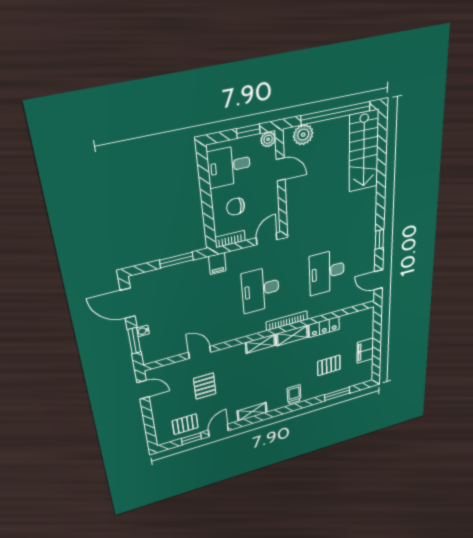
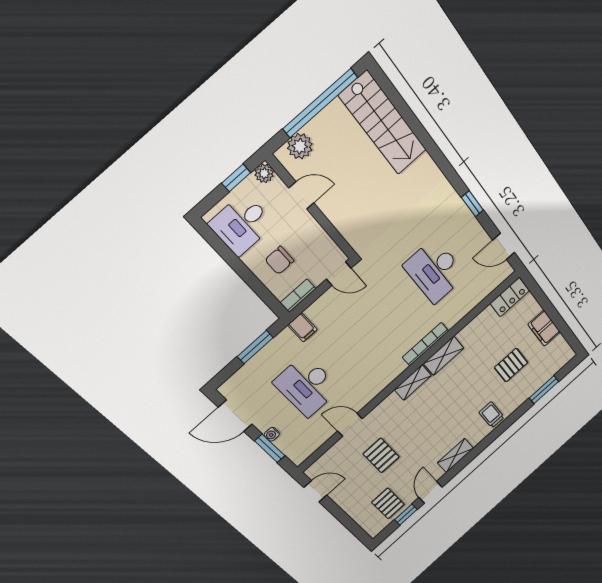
door: (267, 239) -> (339, 274), swing flipped
desk: (260, 290) -> (307, 386), moved
locker: (324, 327) -> (510, 297), moved
pallet: (185, 424) -> (388, 503), turned 90

